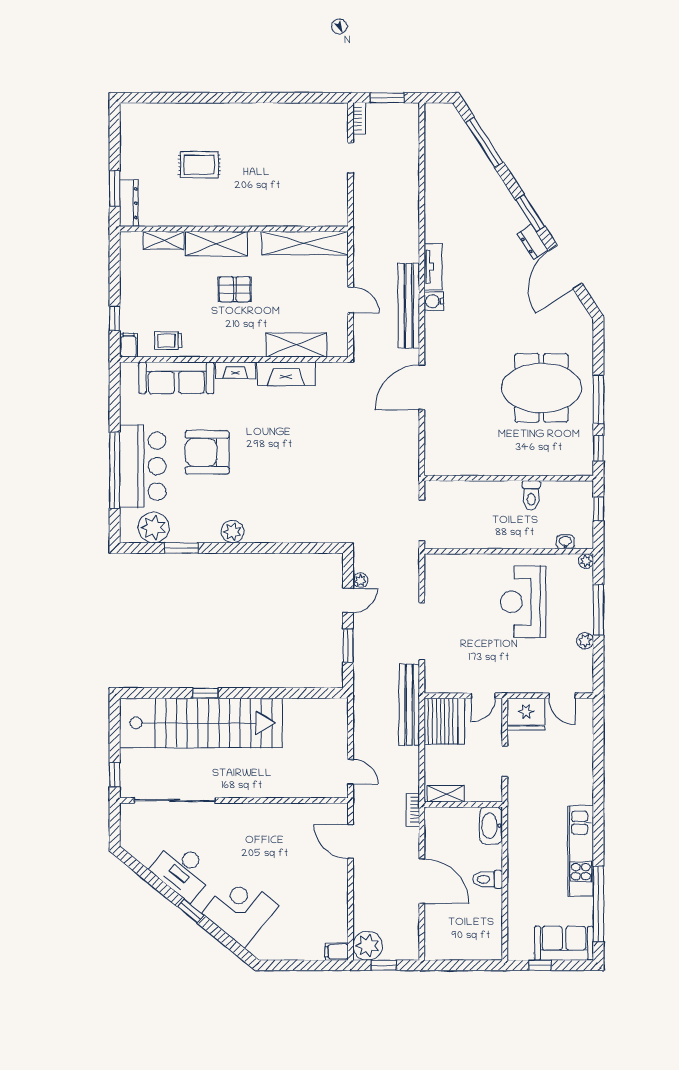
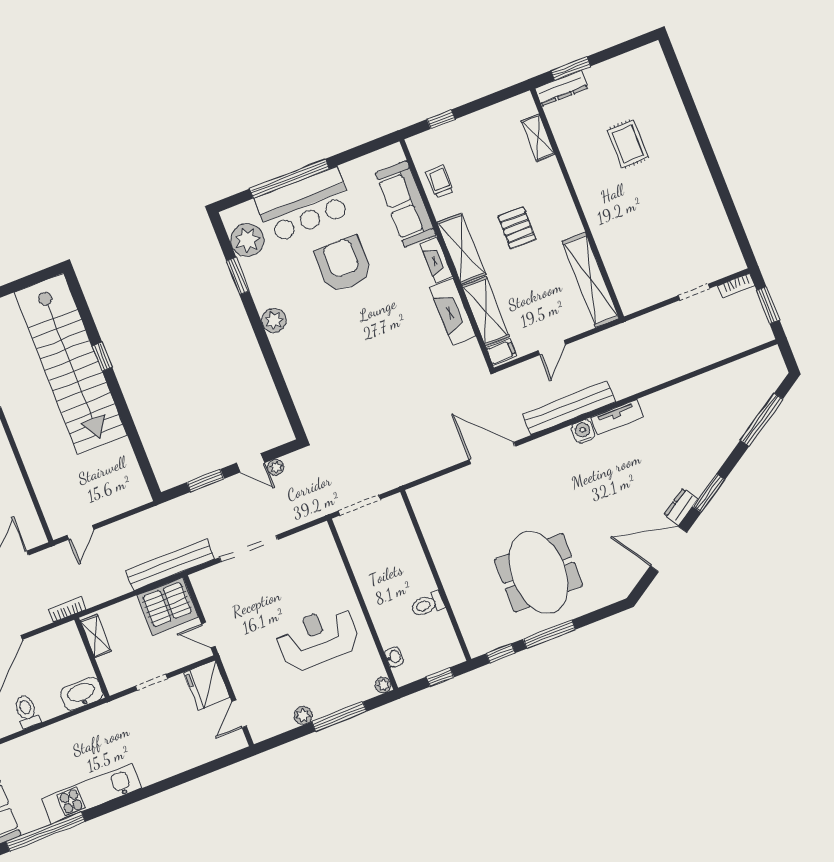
shelving: (216, 244) -> (461, 249), moved
filing cabinet: (129, 345) -> (501, 352), moved

